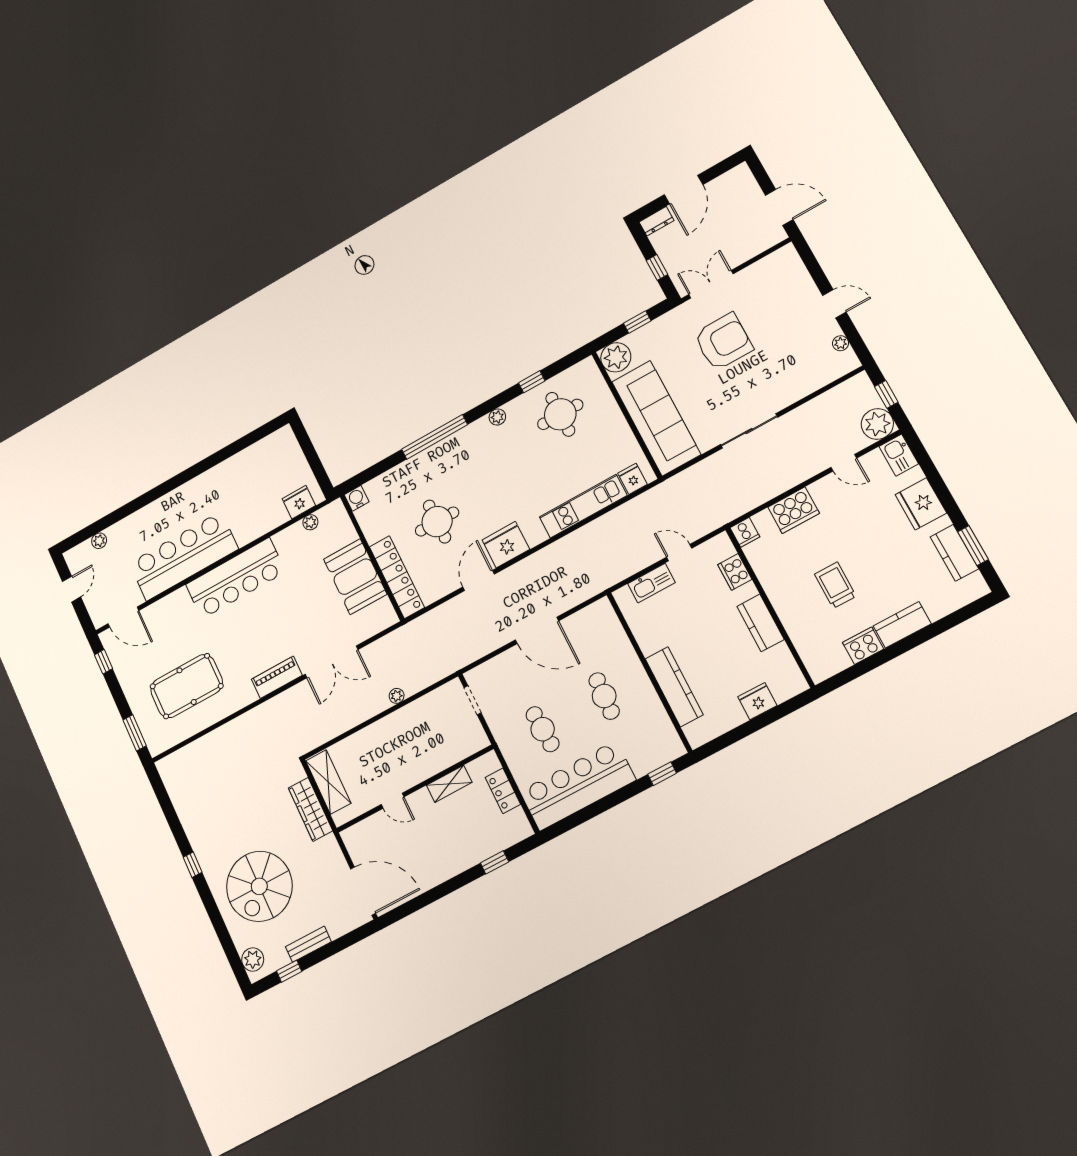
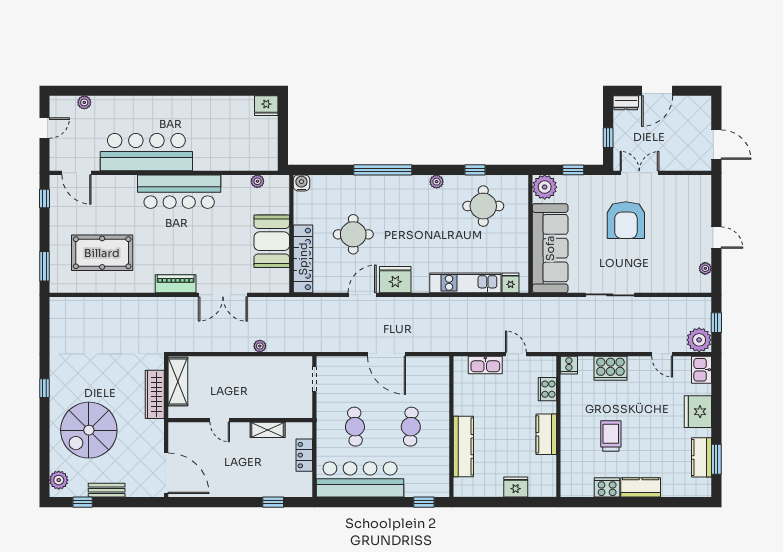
armchair: (723, 342) -> (626, 220), turned 90
fridge: (299, 502) -> (266, 106), moved, turned 180

